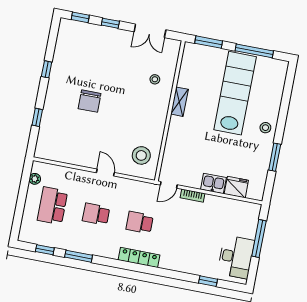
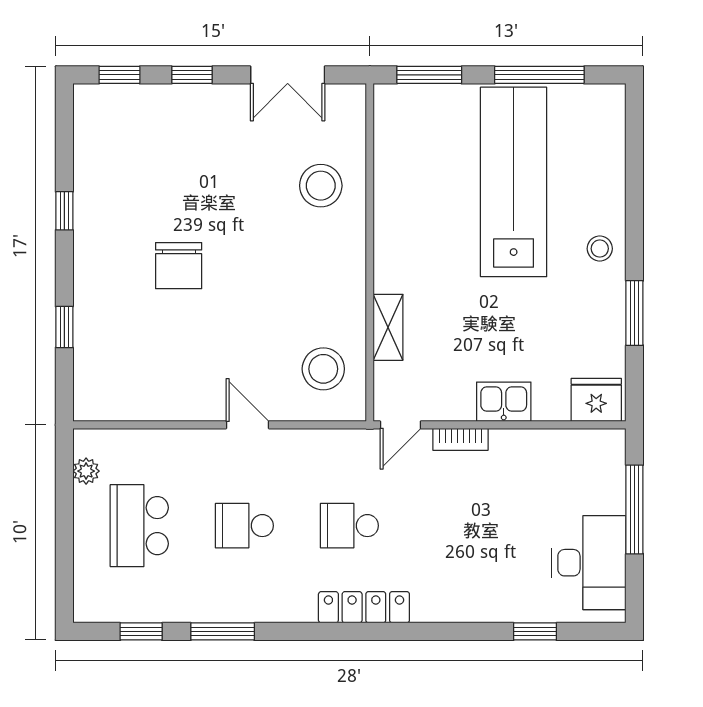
stool: (155, 79) -> (321, 186), width x1.89, depth x1.89
shelving: (179, 102) -> (388, 327), moved
fridge: (236, 187) -> (596, 400), moved

